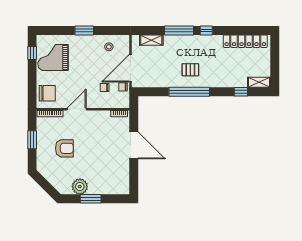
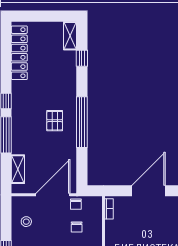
door: (131, 68) -> (53, 195), swing flipped

